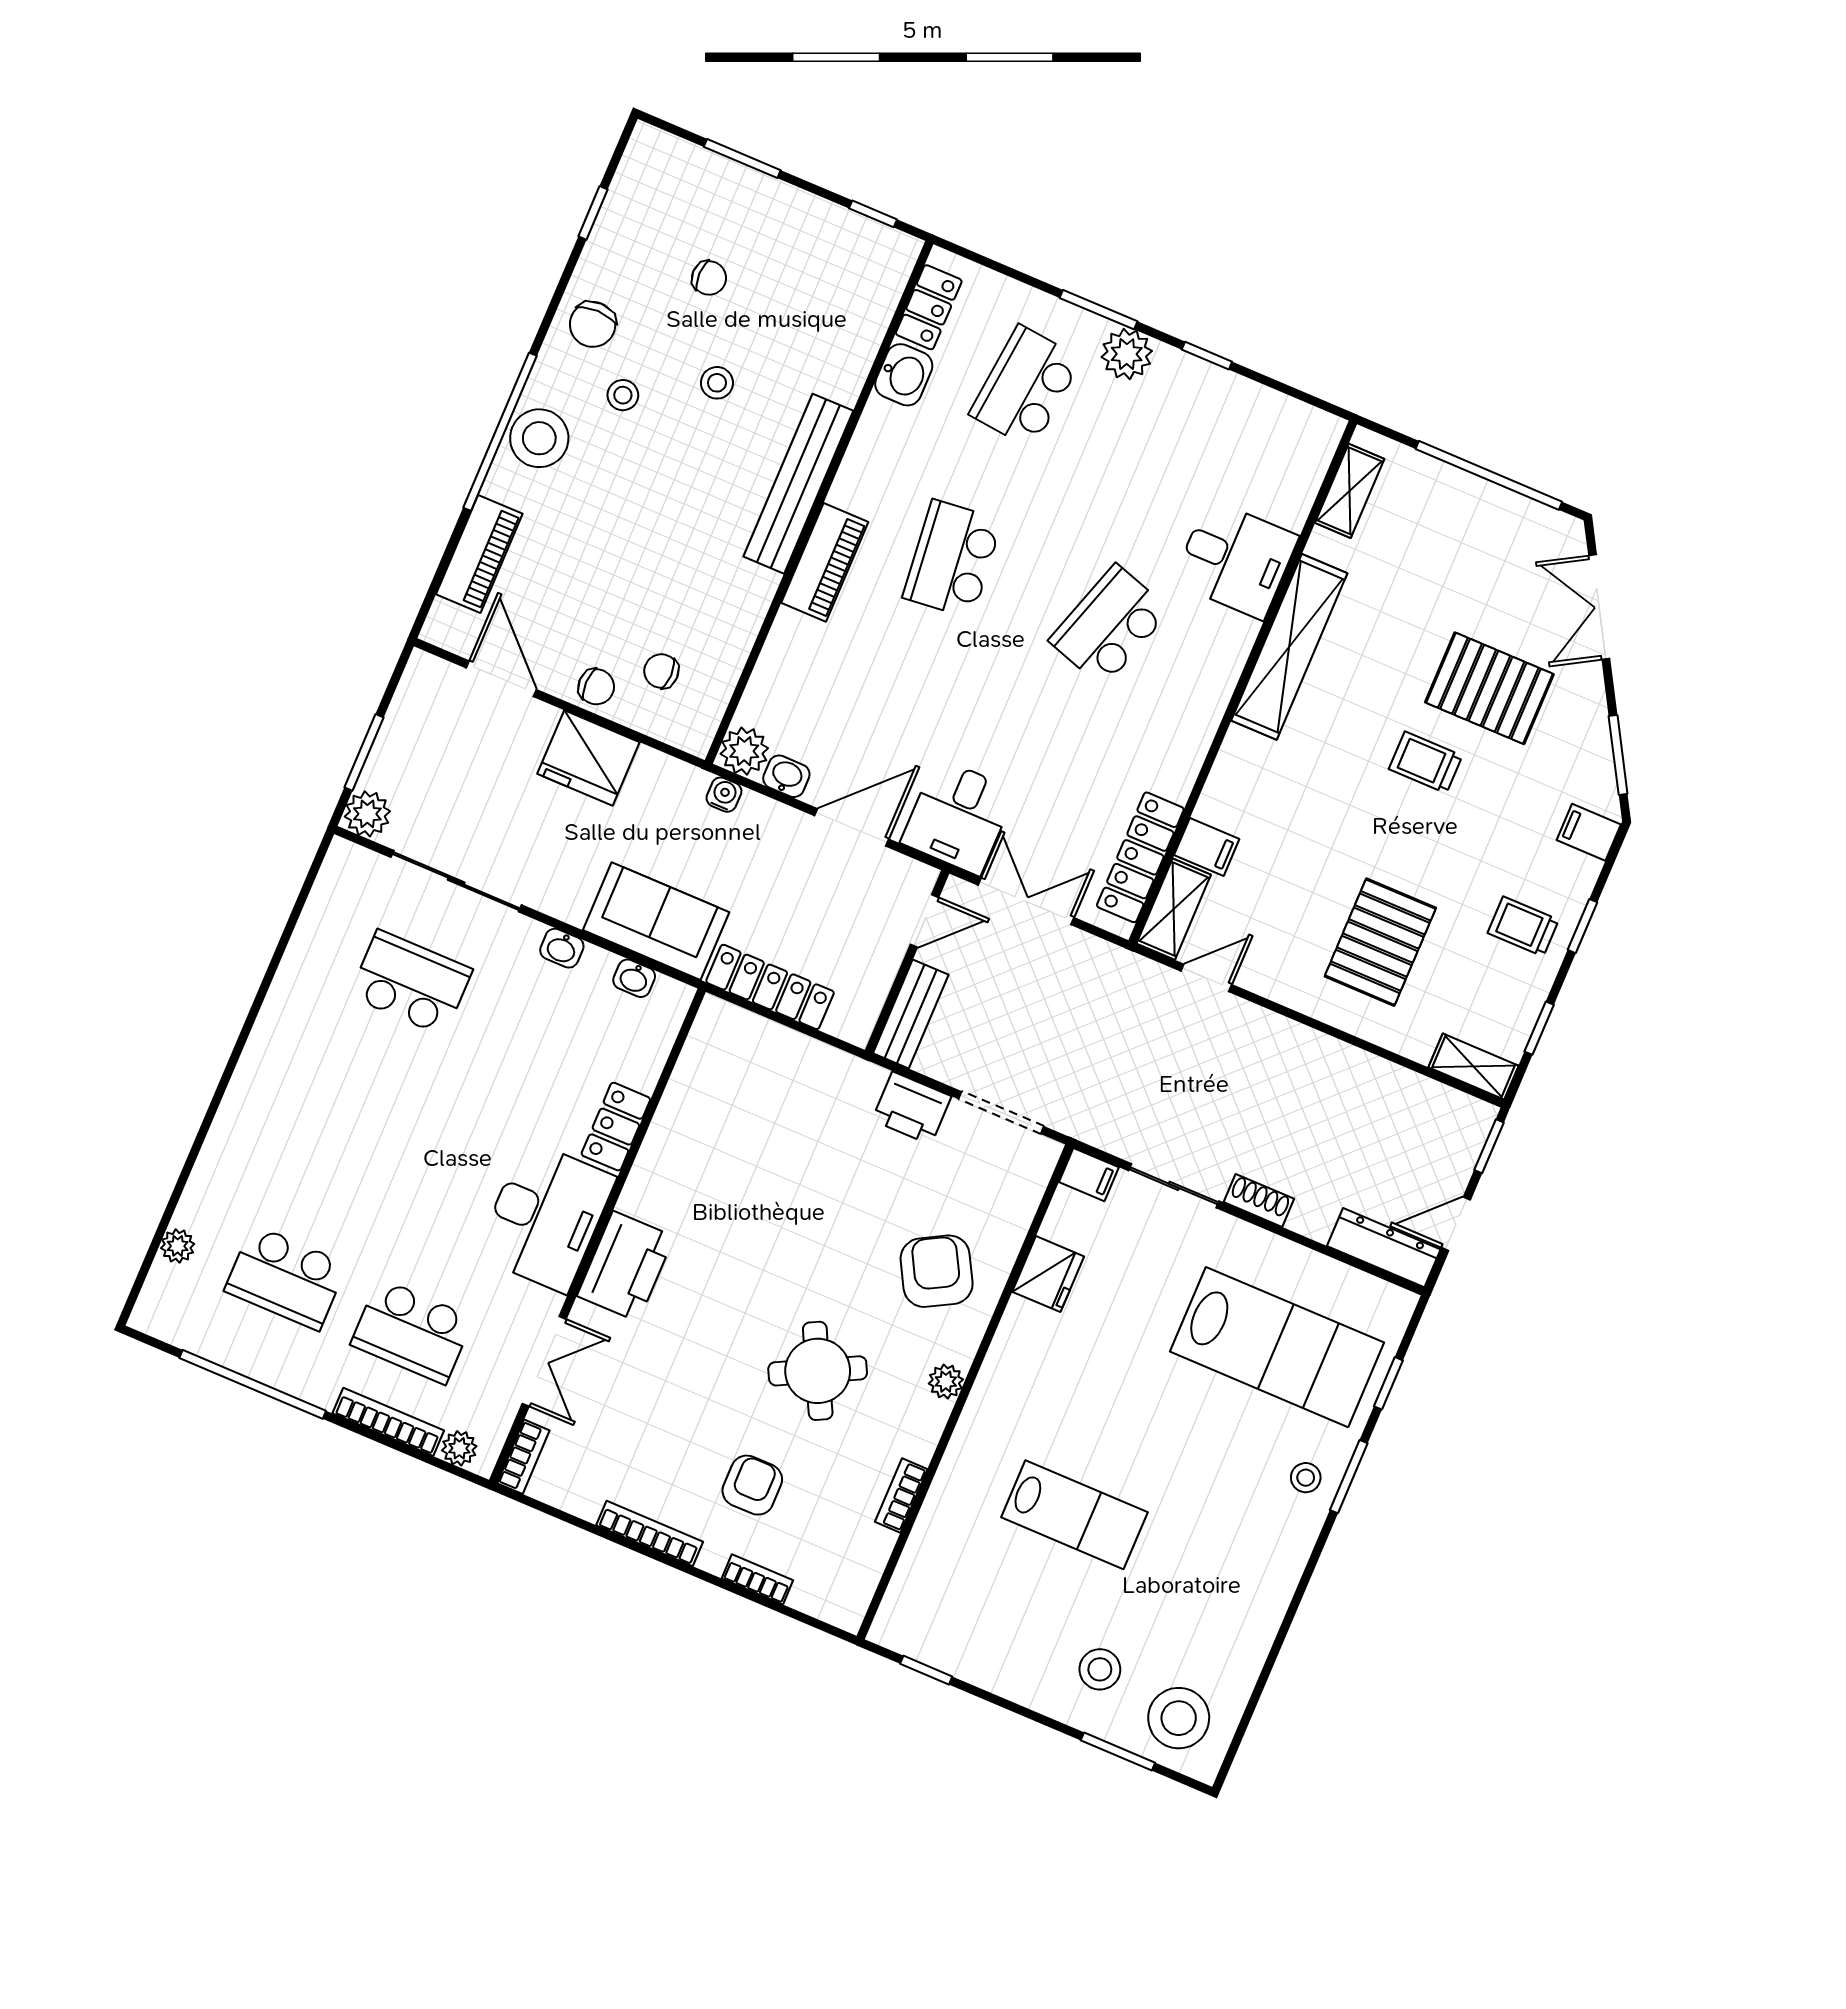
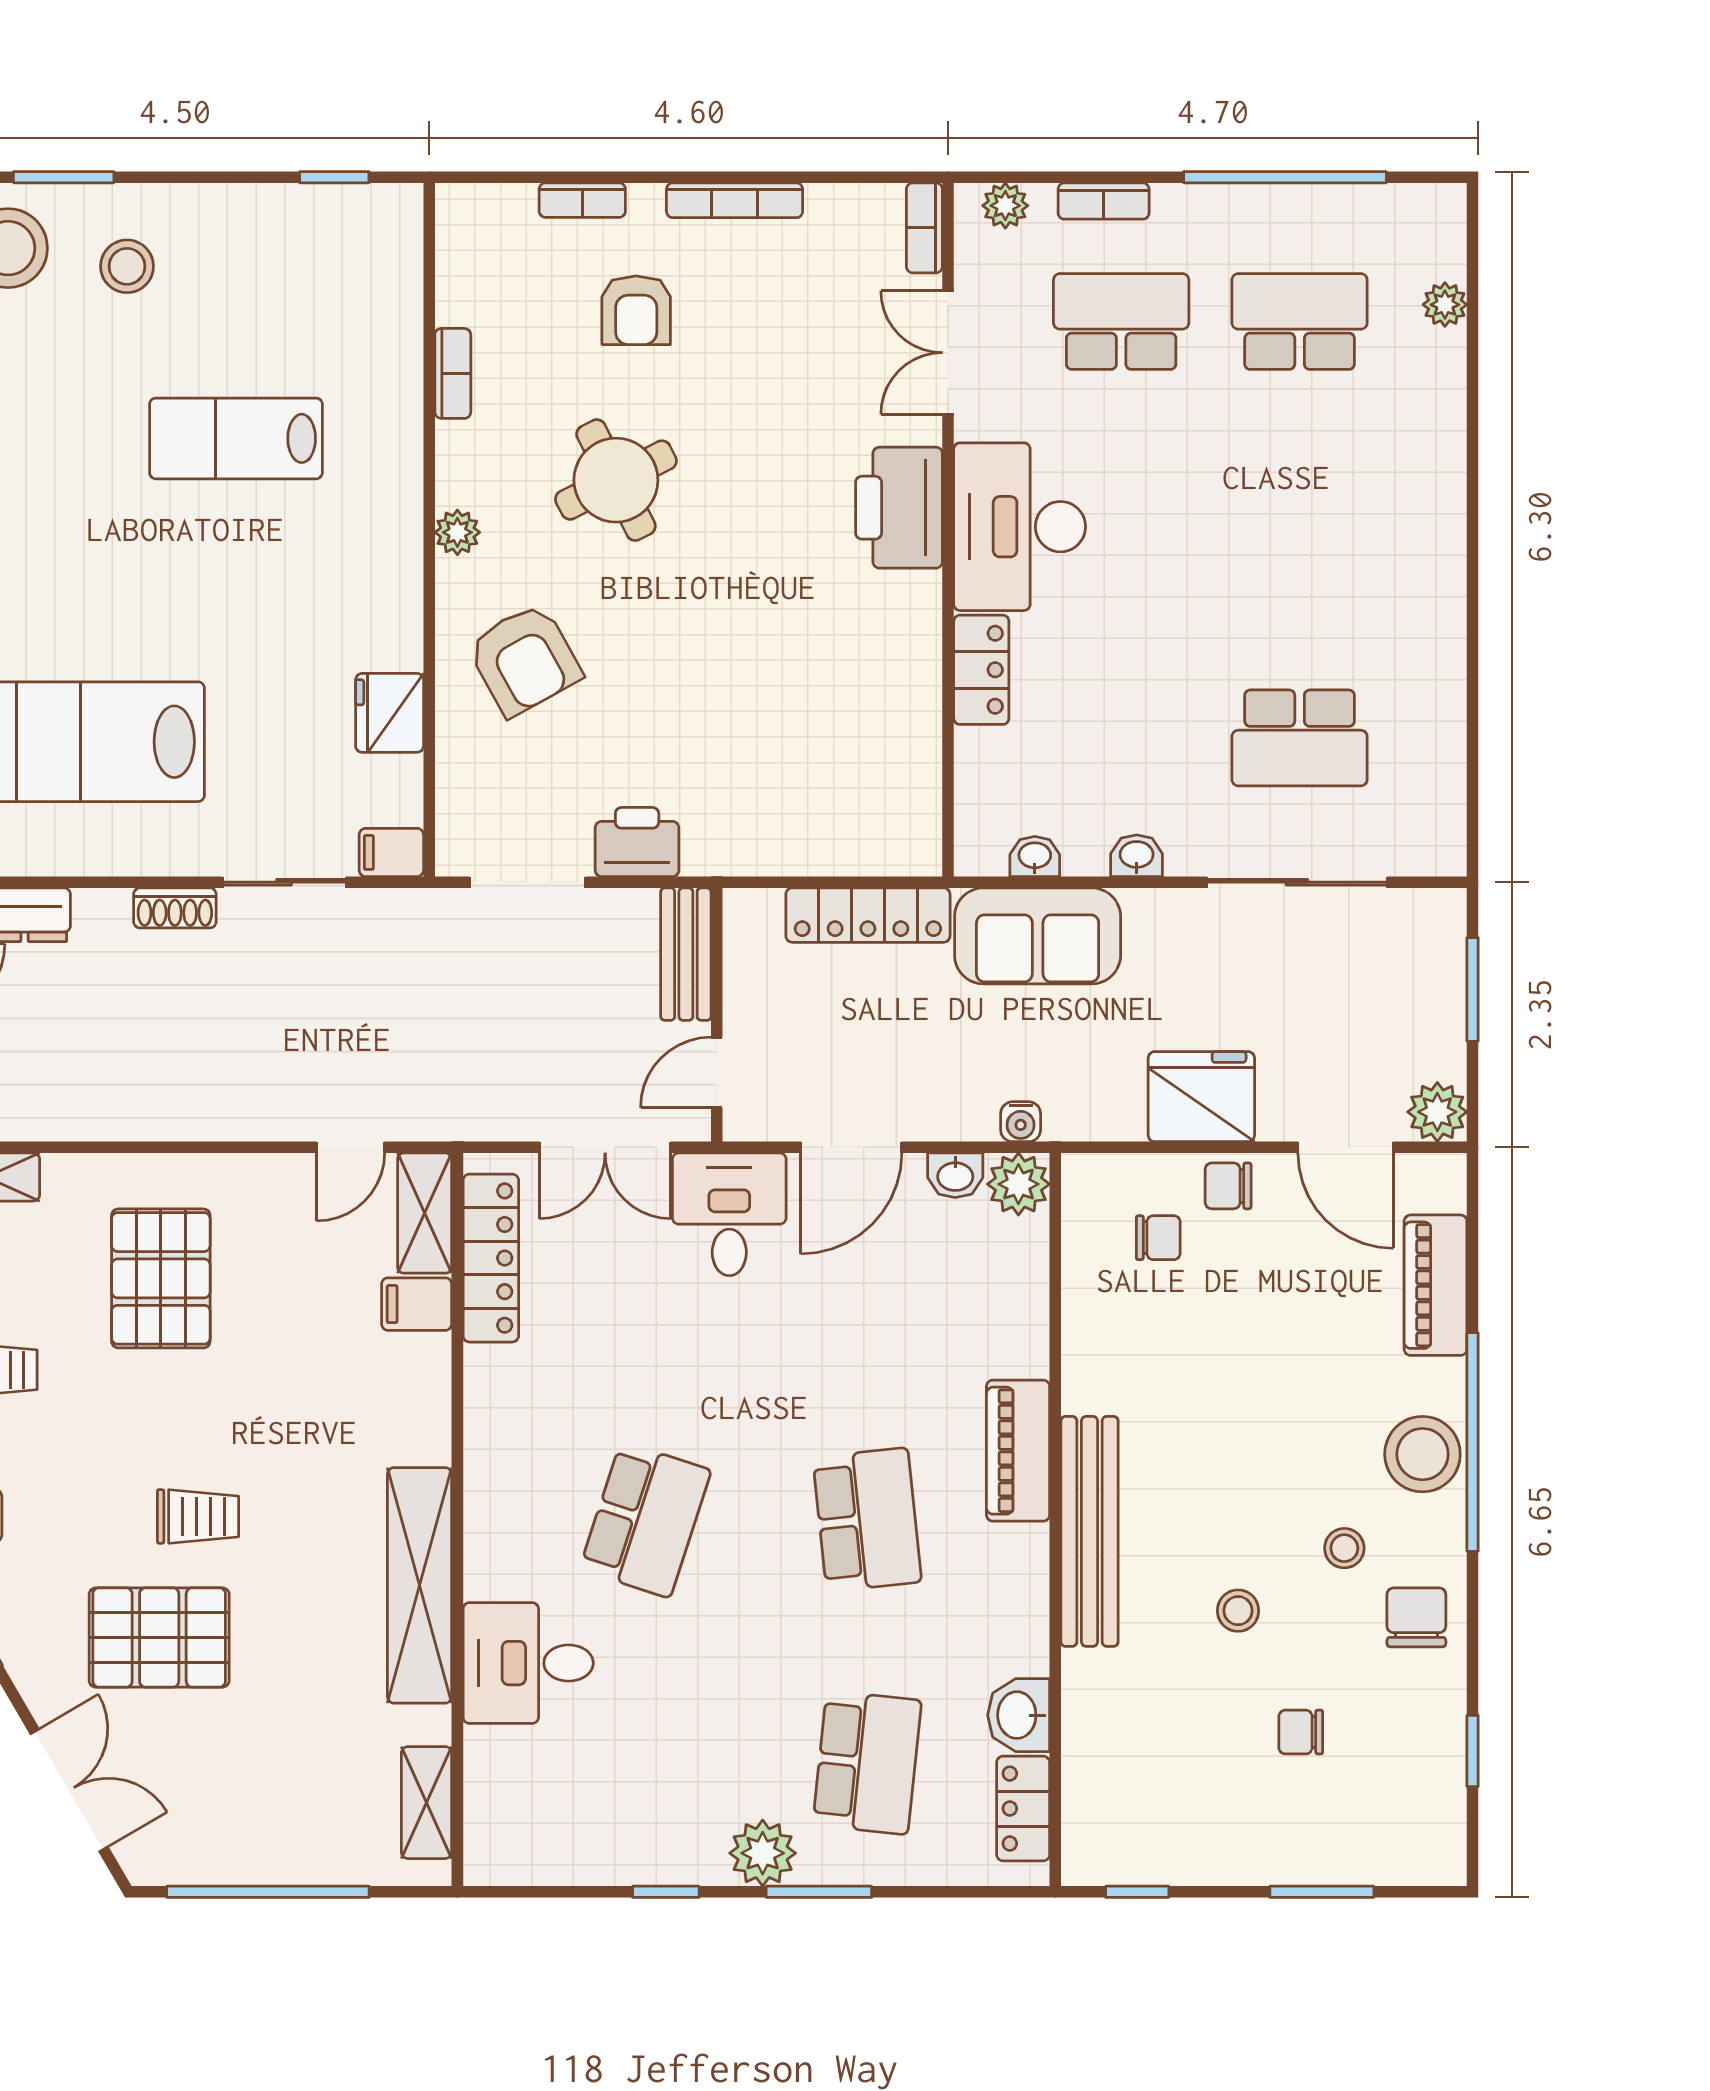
plant: (367, 814) -> (1437, 1112), moved
bookcase: (388, 1422) -> (1104, 201), width x0.64

